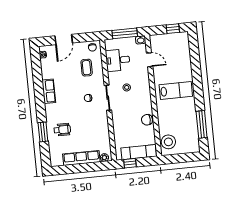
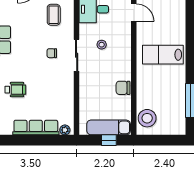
lab bench: (176, 90) -> (163, 55), turned 180
window: (130, 163) -> (109, 140), moved

